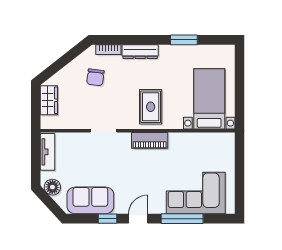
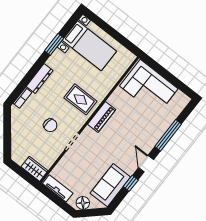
chair: (95, 77) -> (50, 125), moved
bed with nightstands: (209, 99) -> (89, 46), moved, turned 180
wardrobe: (49, 100) -> (34, 169), moved
corner sofa: (196, 193) -> (149, 87), moved, turned -90

